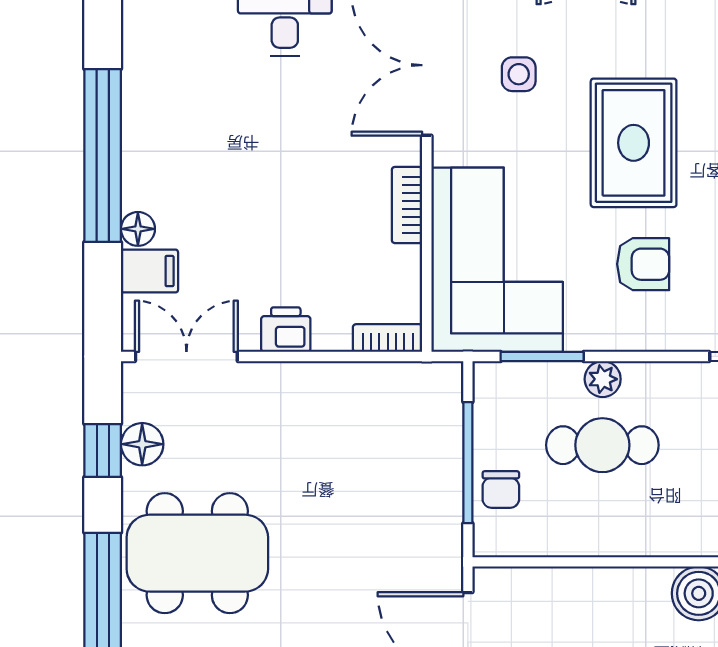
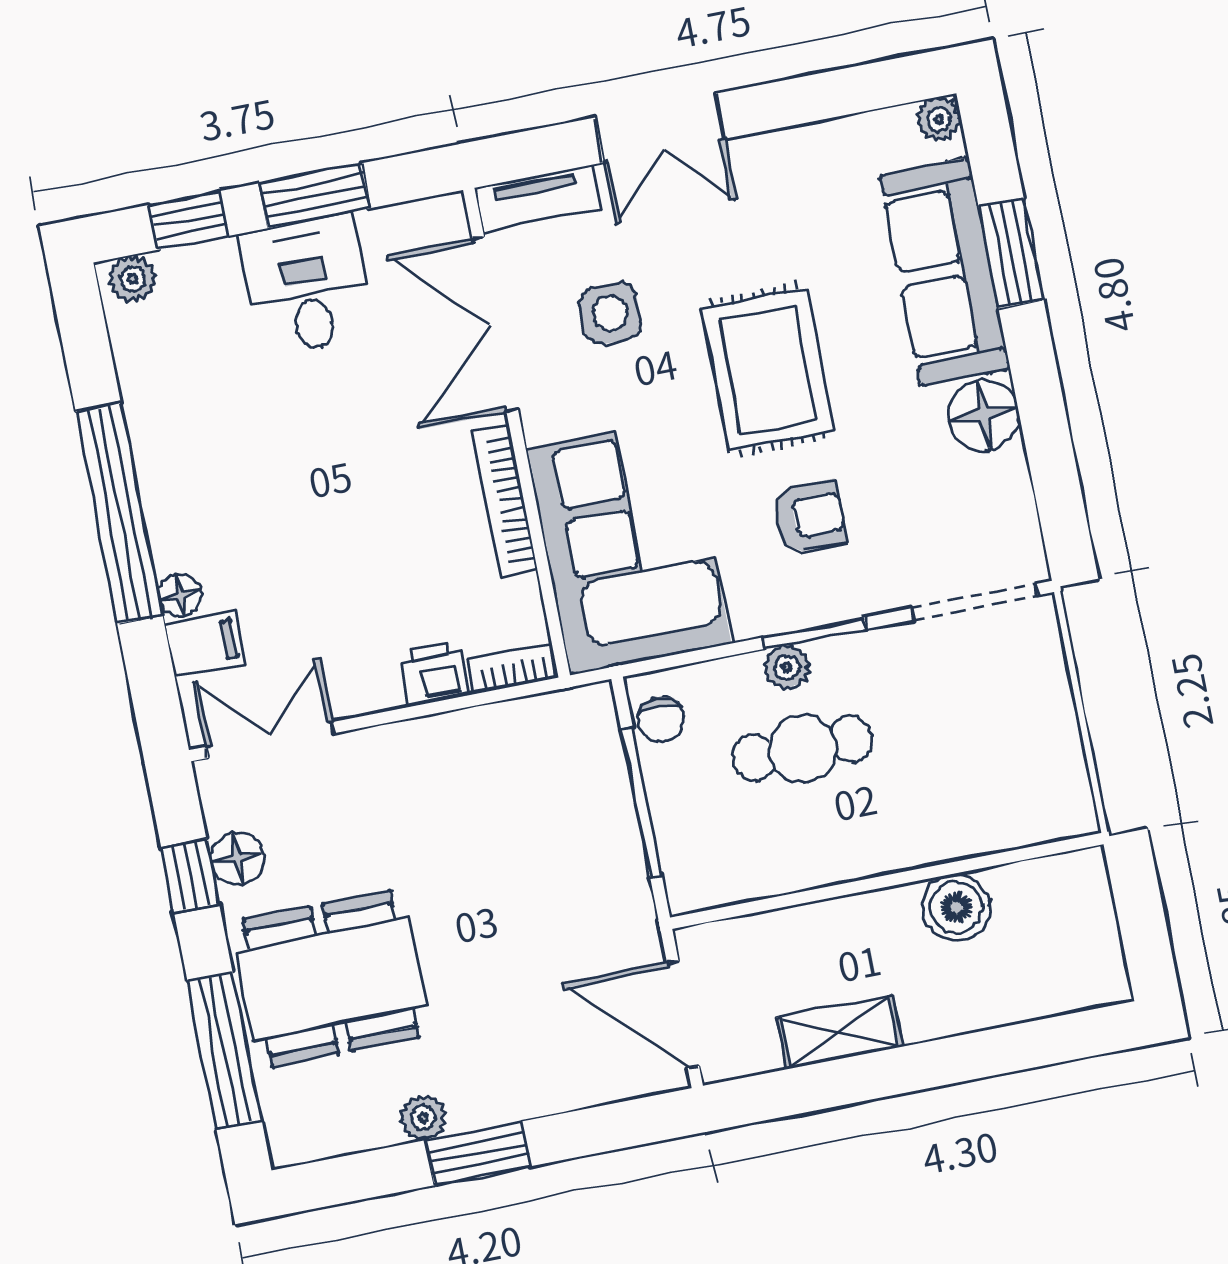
side table: (519, 74) -> (610, 313), width x1.37, depth x1.37
bookcase: (407, 205) -> (505, 501), width x1.56
printer: (286, 330) -> (434, 674), moved
window: (542, 356) -> (814, 633), moved
chair: (501, 489) -> (662, 720), moved

